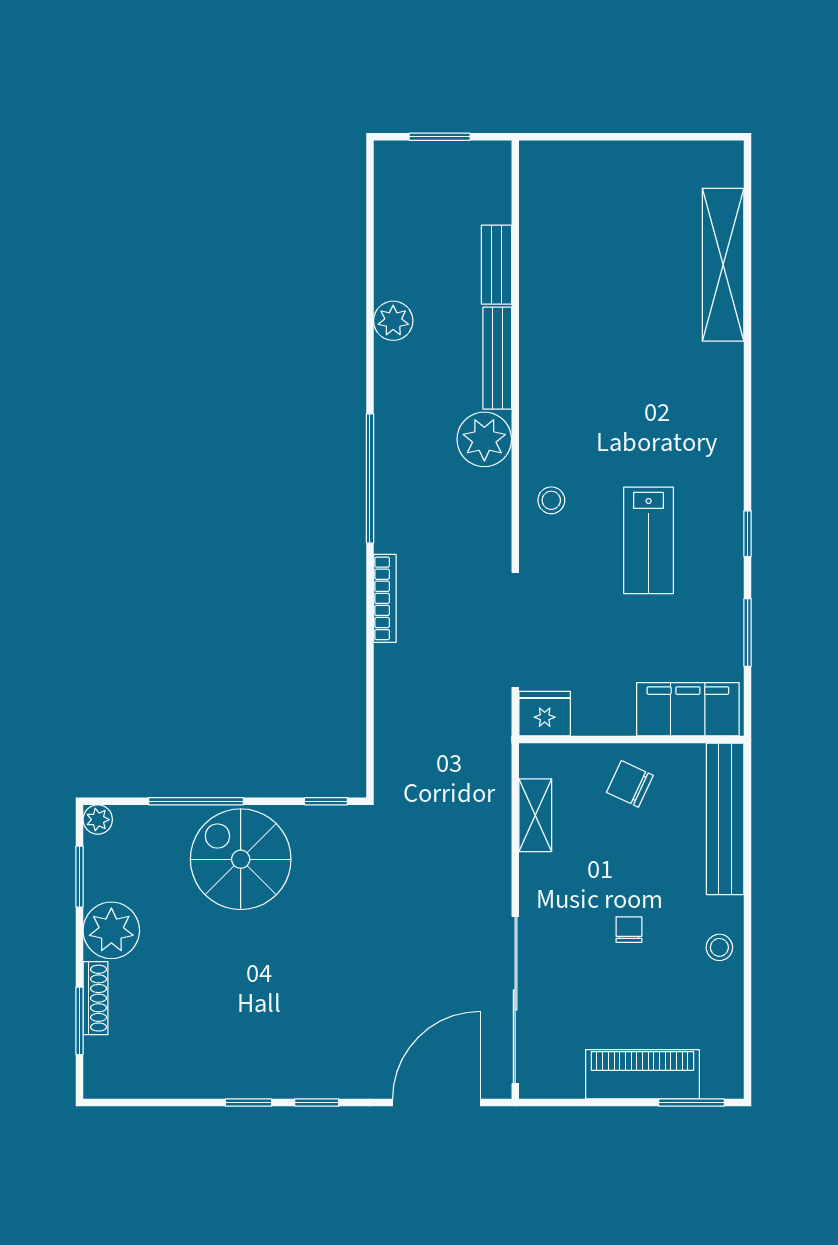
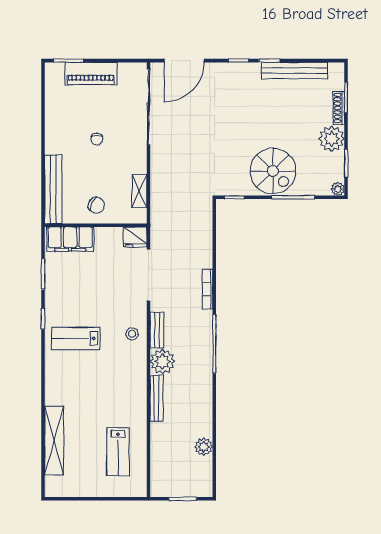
lab bench: (582, 240) -> (118, 452), added
bench: (496, 265) -> (157, 330), moved
plant: (393, 321) -> (204, 447), moved
lab bench: (649, 540) -> (76, 338), moved, turned -90
stool: (719, 947) -> (56, 131), removed
bench: (194, 1081) -> (294, 70), added

